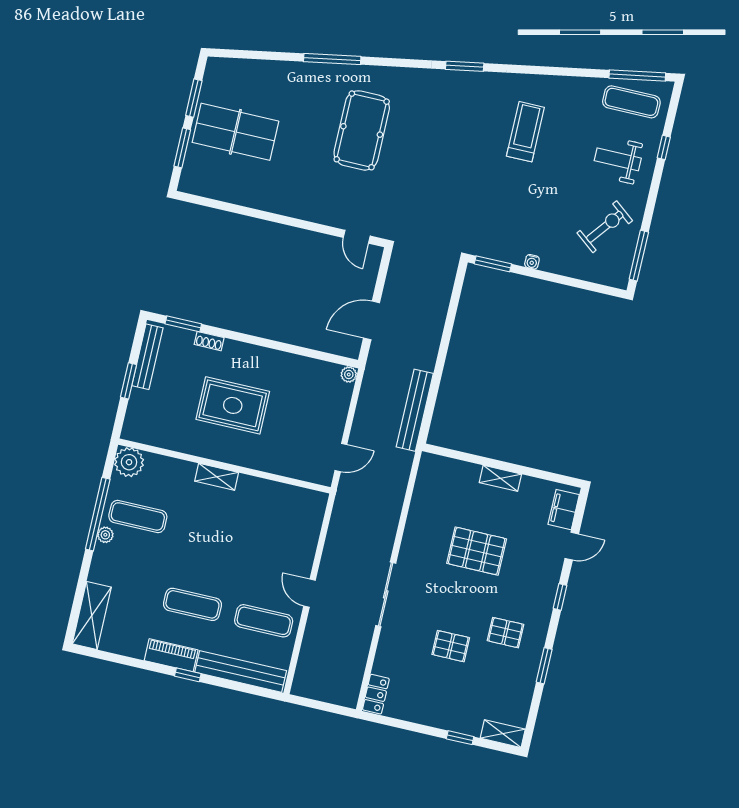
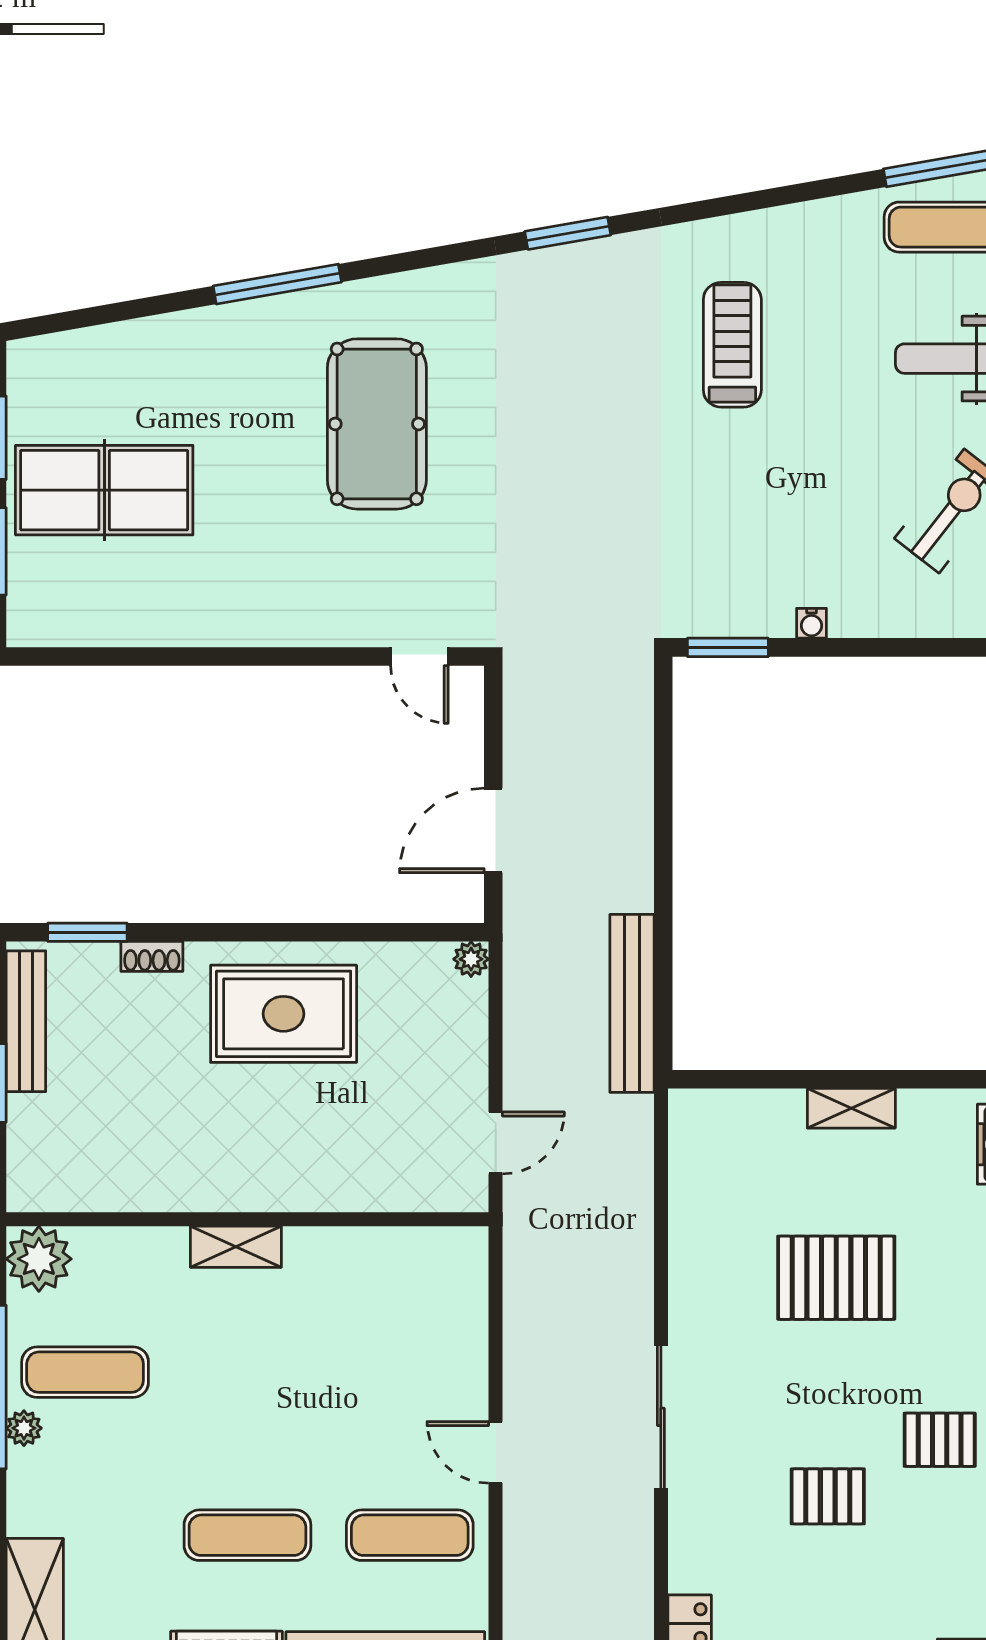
rug: (233, 405) -> (284, 1014), moved

